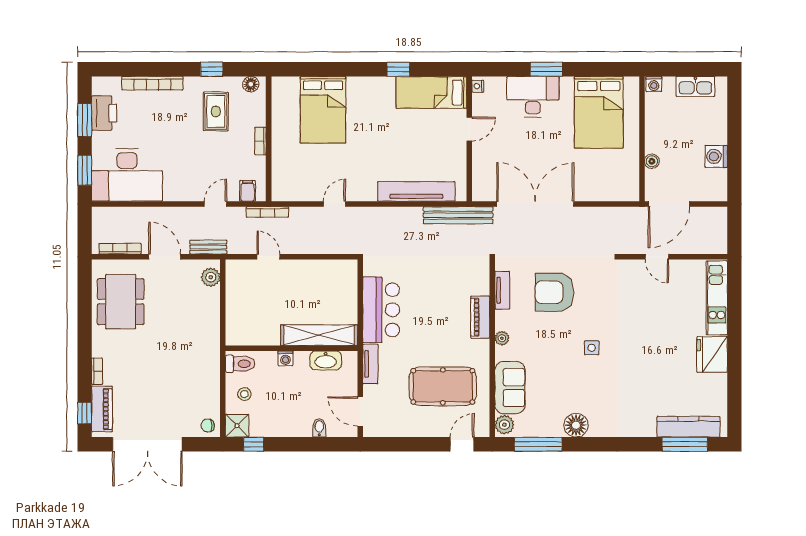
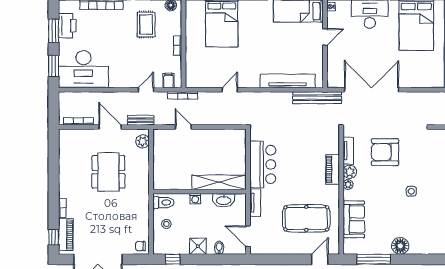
dining table: (121, 302) -> (108, 172), moved
plant: (504, 425) -> (350, 172), moved
shower: (237, 426) -> (198, 246), moved

